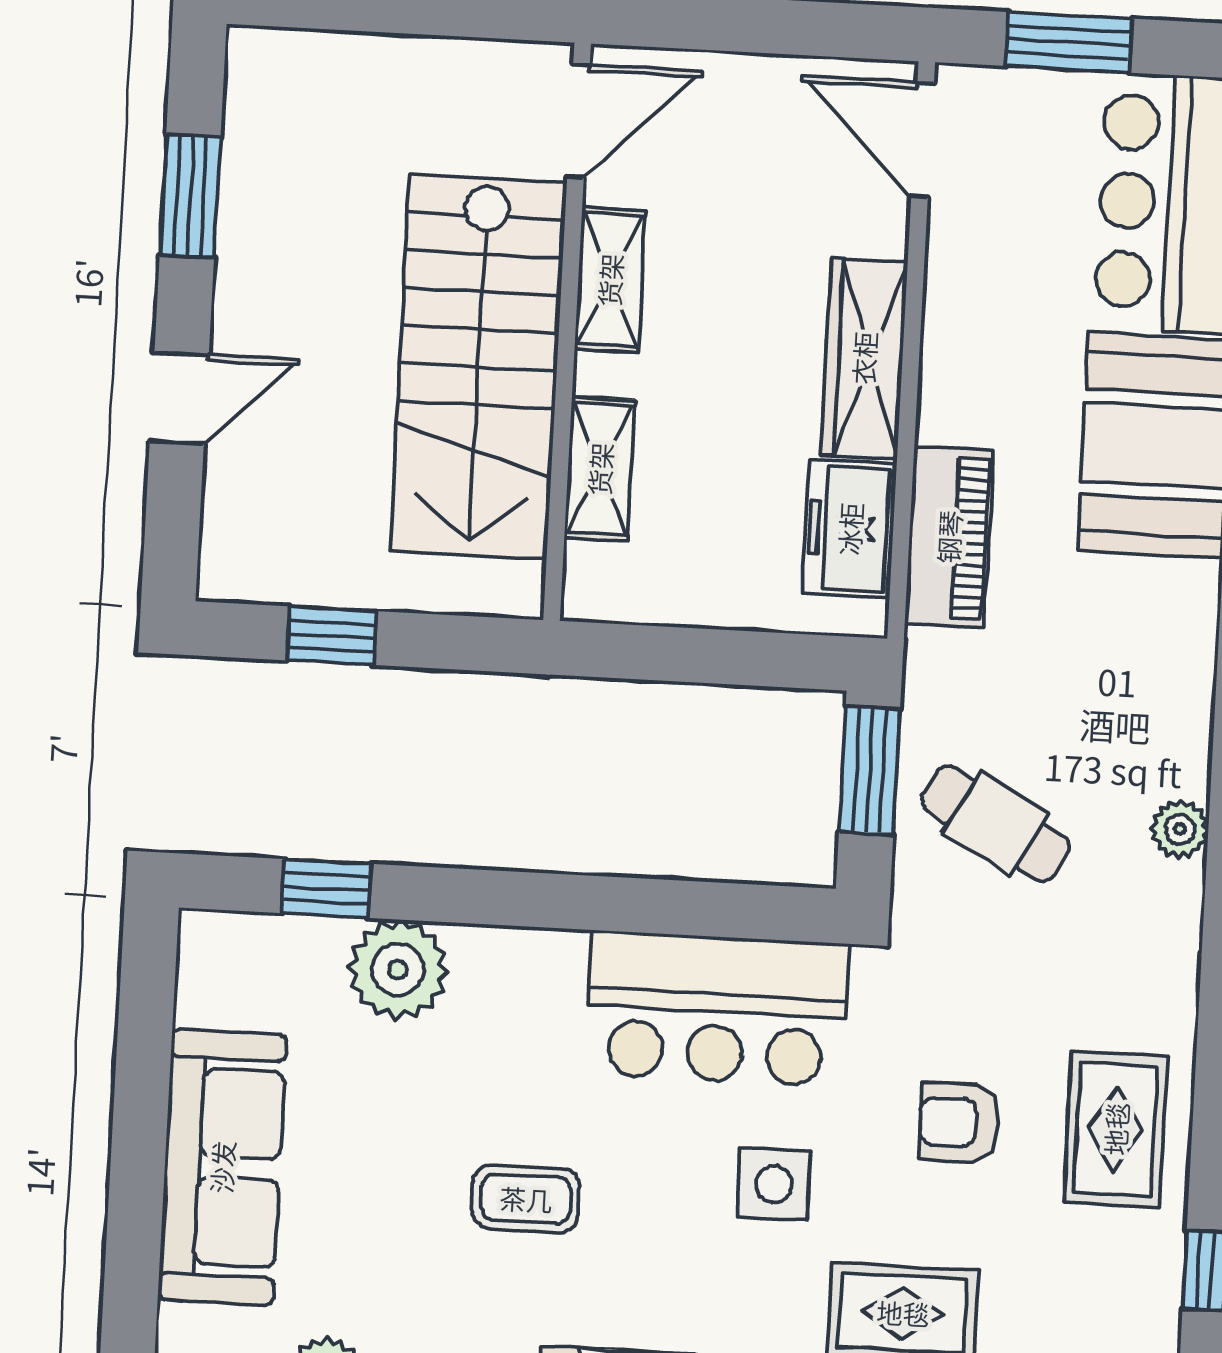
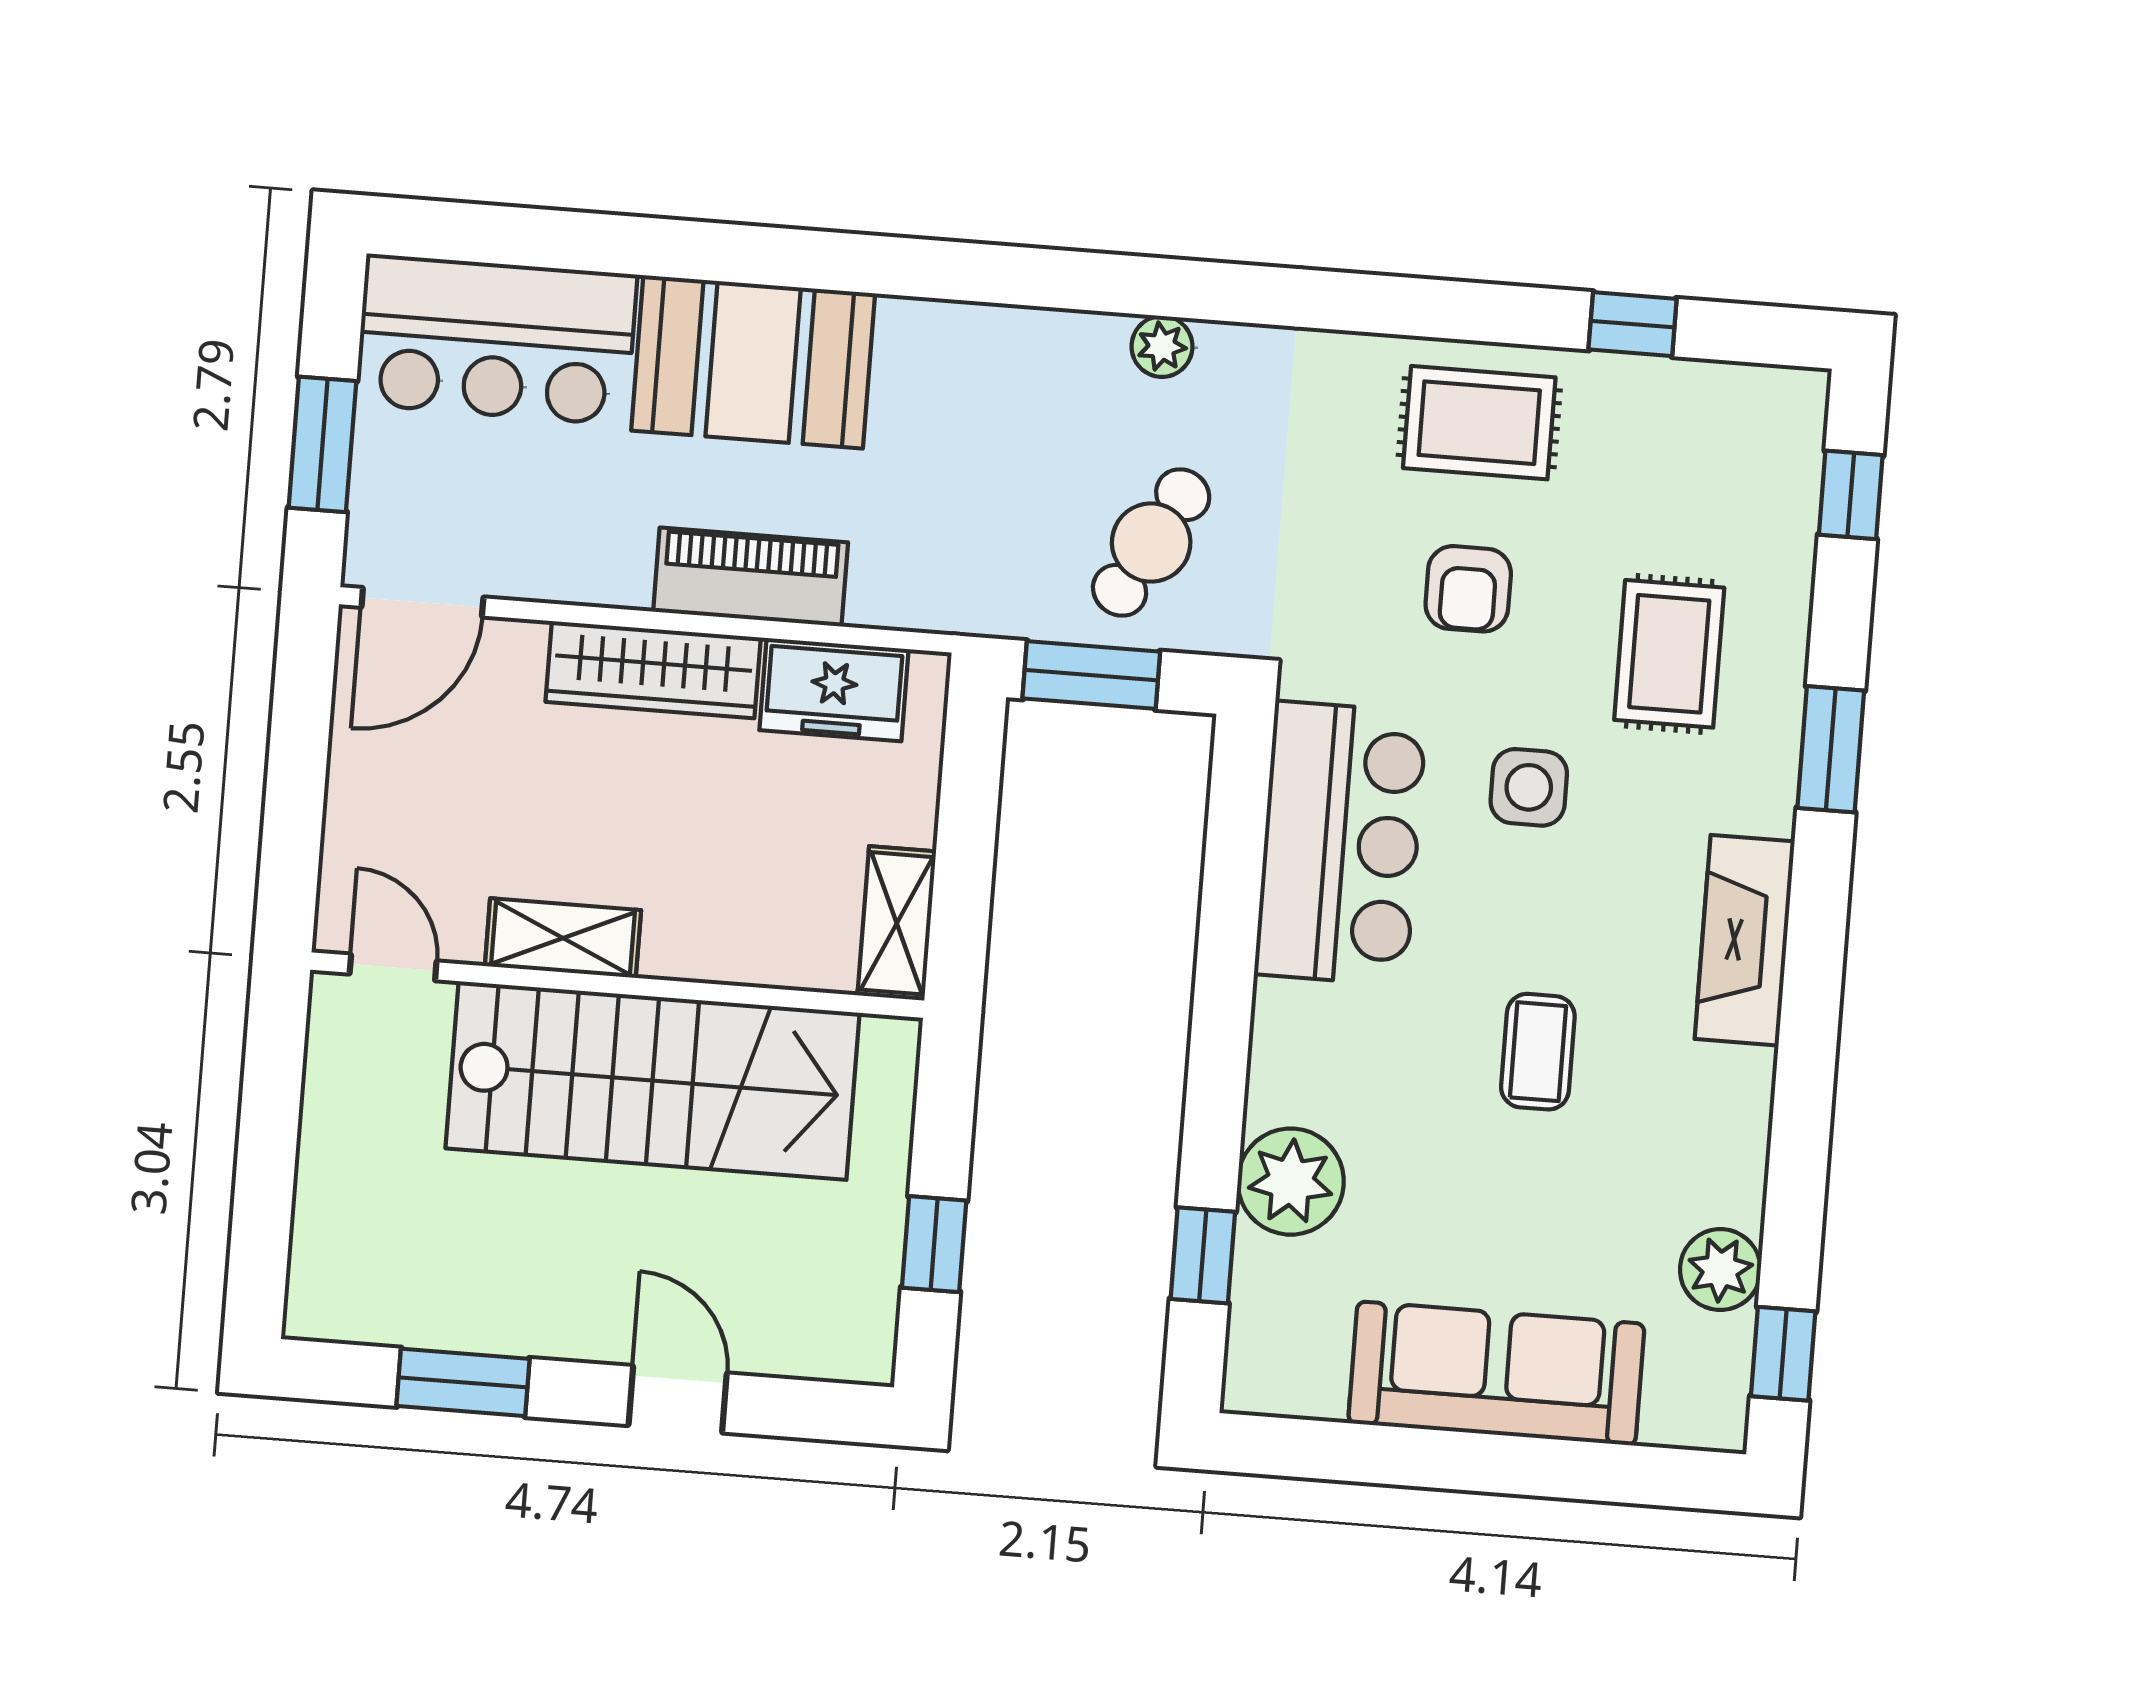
door: (579, 121) -> (393, 967), width x0.73
shelving: (600, 469) -> (897, 923), moved, turned 90
piano: (949, 537) -> (751, 577), moved

